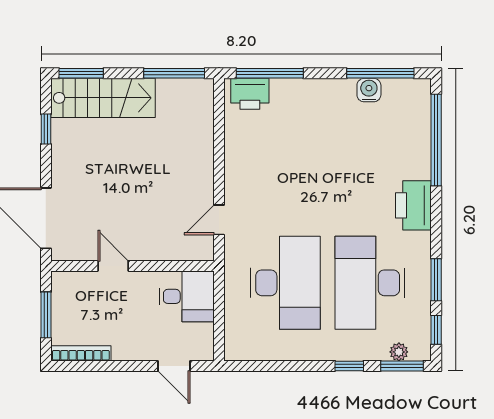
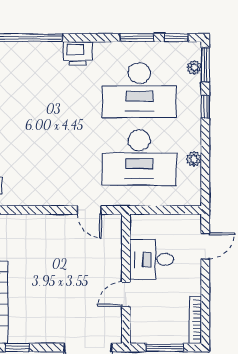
printer: (413, 205) -> (78, 53), width x0.73, depth x0.84
desk: (285, 283) -> (139, 158), turned 180
desk: (187, 296) -> (152, 260), moved, turned -90
plant: (283, 352) -> (194, 159), added

